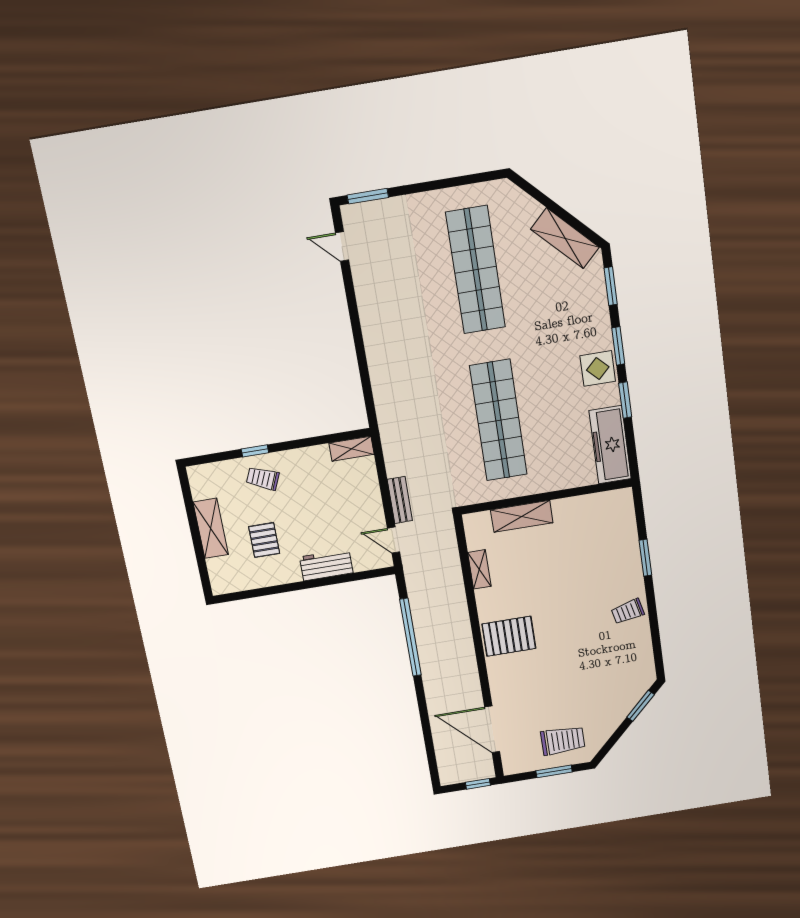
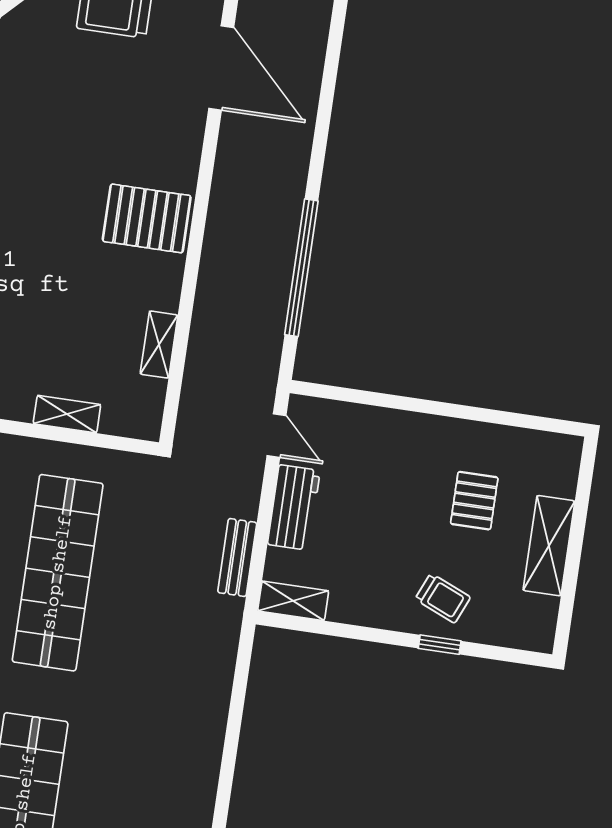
bench: (400, 500) -> (237, 558), moved
shelving: (522, 516) -> (67, 414), width x0.67, depth x0.75
workbench: (326, 565) -> (294, 507), moved, turned -90

